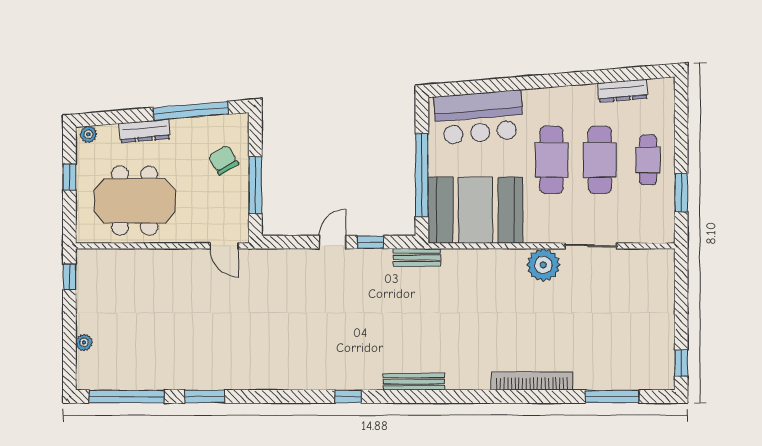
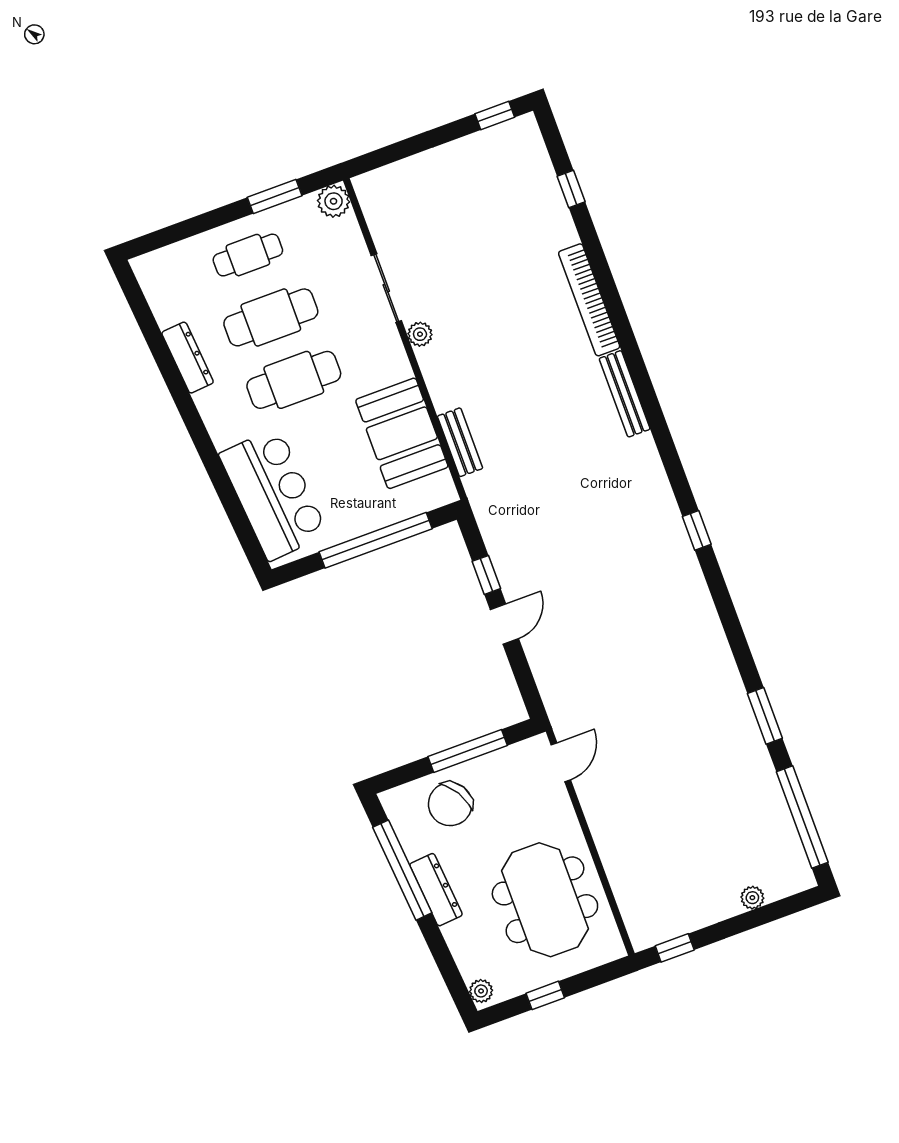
dresser: (623, 91) -> (188, 358), moved
dresser: (145, 131) -> (436, 890), moved
chair: (223, 160) -> (450, 804), width x1.37, depth x1.37
booth: (475, 210) -> (402, 433), width x0.73, depth x0.70
plant: (663, 232) -> (334, 201), added
door: (333, 242) -> (504, 624), swing flipped
bench: (417, 257) -> (460, 442), moved
plant: (543, 265) -> (420, 334), width x0.53, depth x0.53
bench: (414, 382) -> (625, 394), moved
window: (612, 397) -> (571, 189), width x0.46

